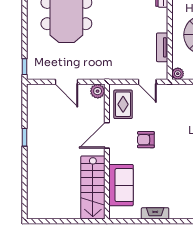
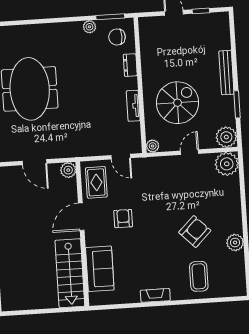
tv unit: (162, 47) -> (133, 106), moved
armchair: (146, 140) -> (123, 219), turned 90
fireplace: (155, 213) -> (155, 295), moved

